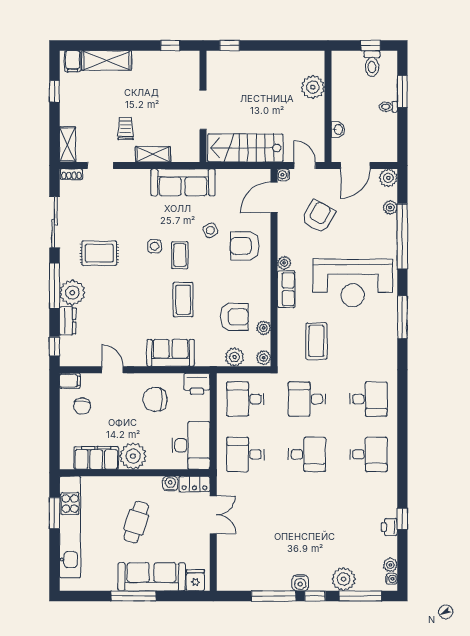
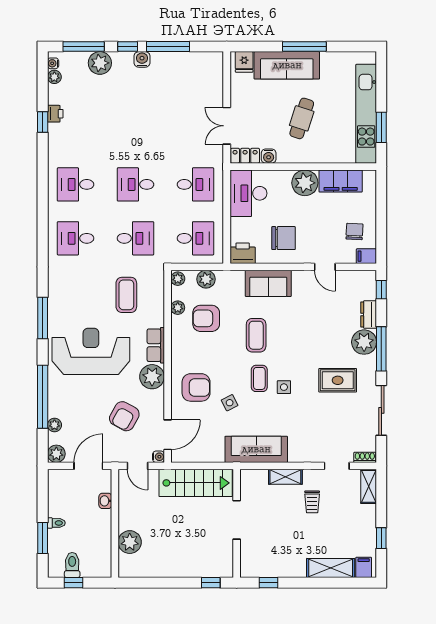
plant: (284, 263) -> (152, 377), width x1.87, depth x1.87

